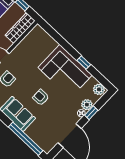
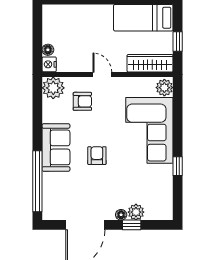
corner sofa: (65, 71) -> (149, 130), moved
plant: (99, 89) -> (164, 88), moved

